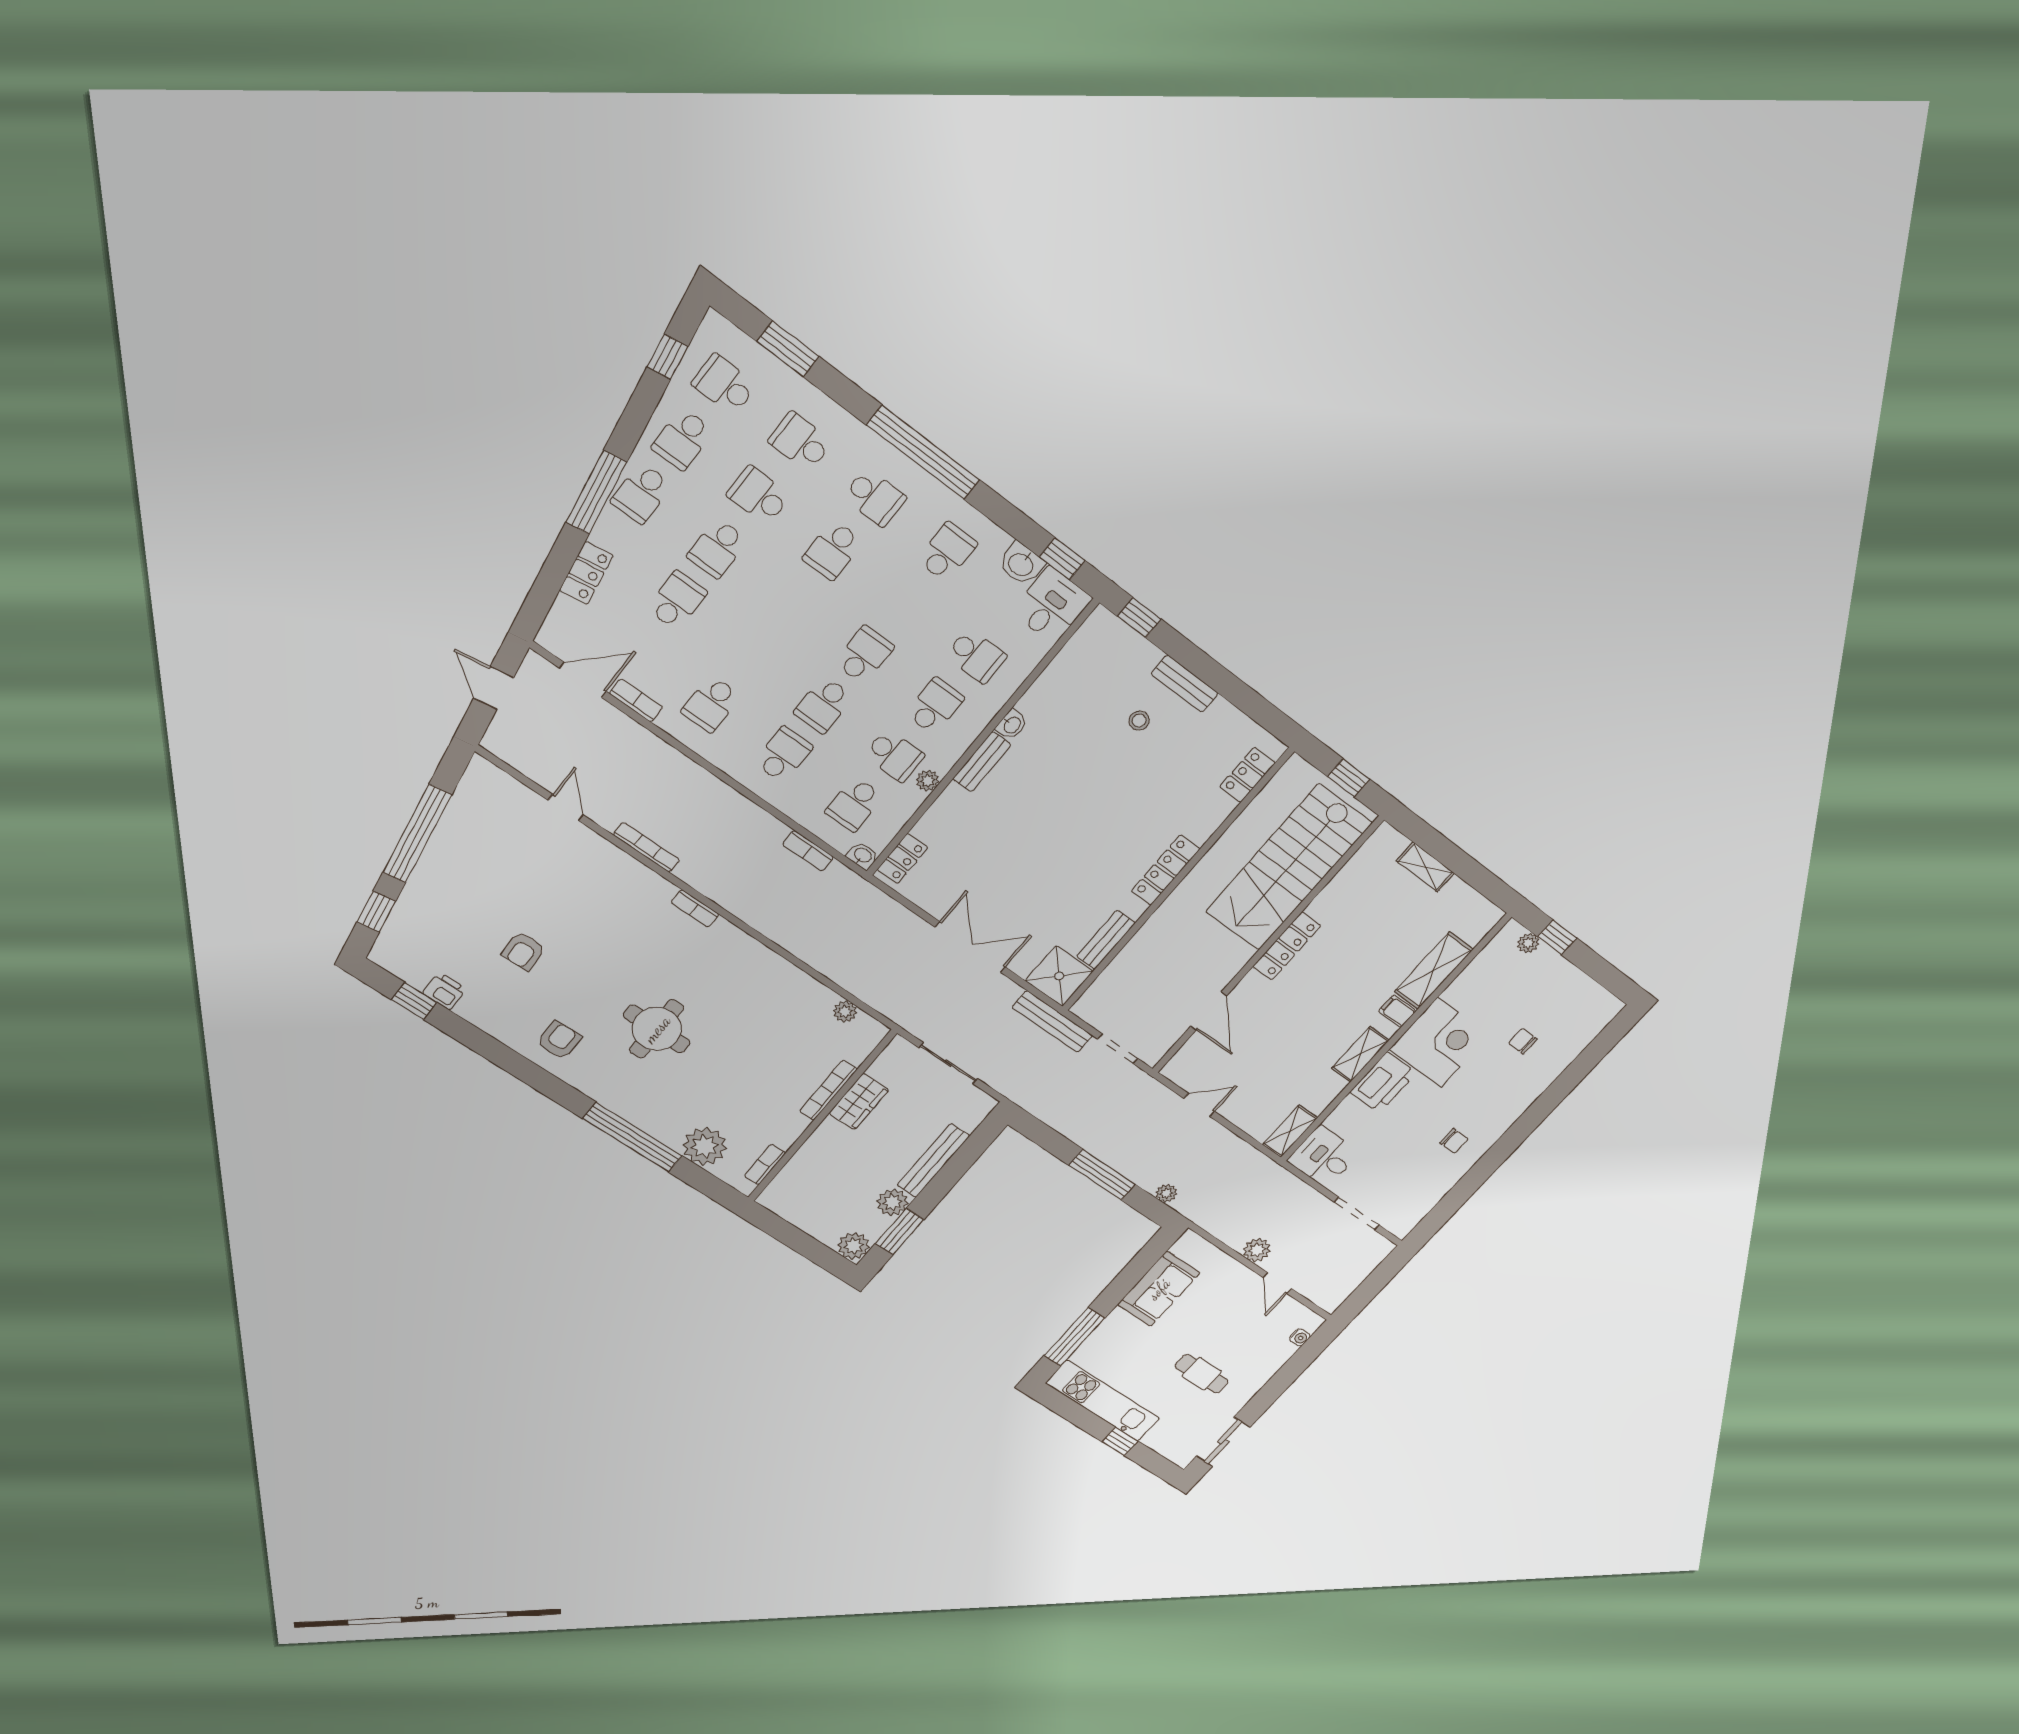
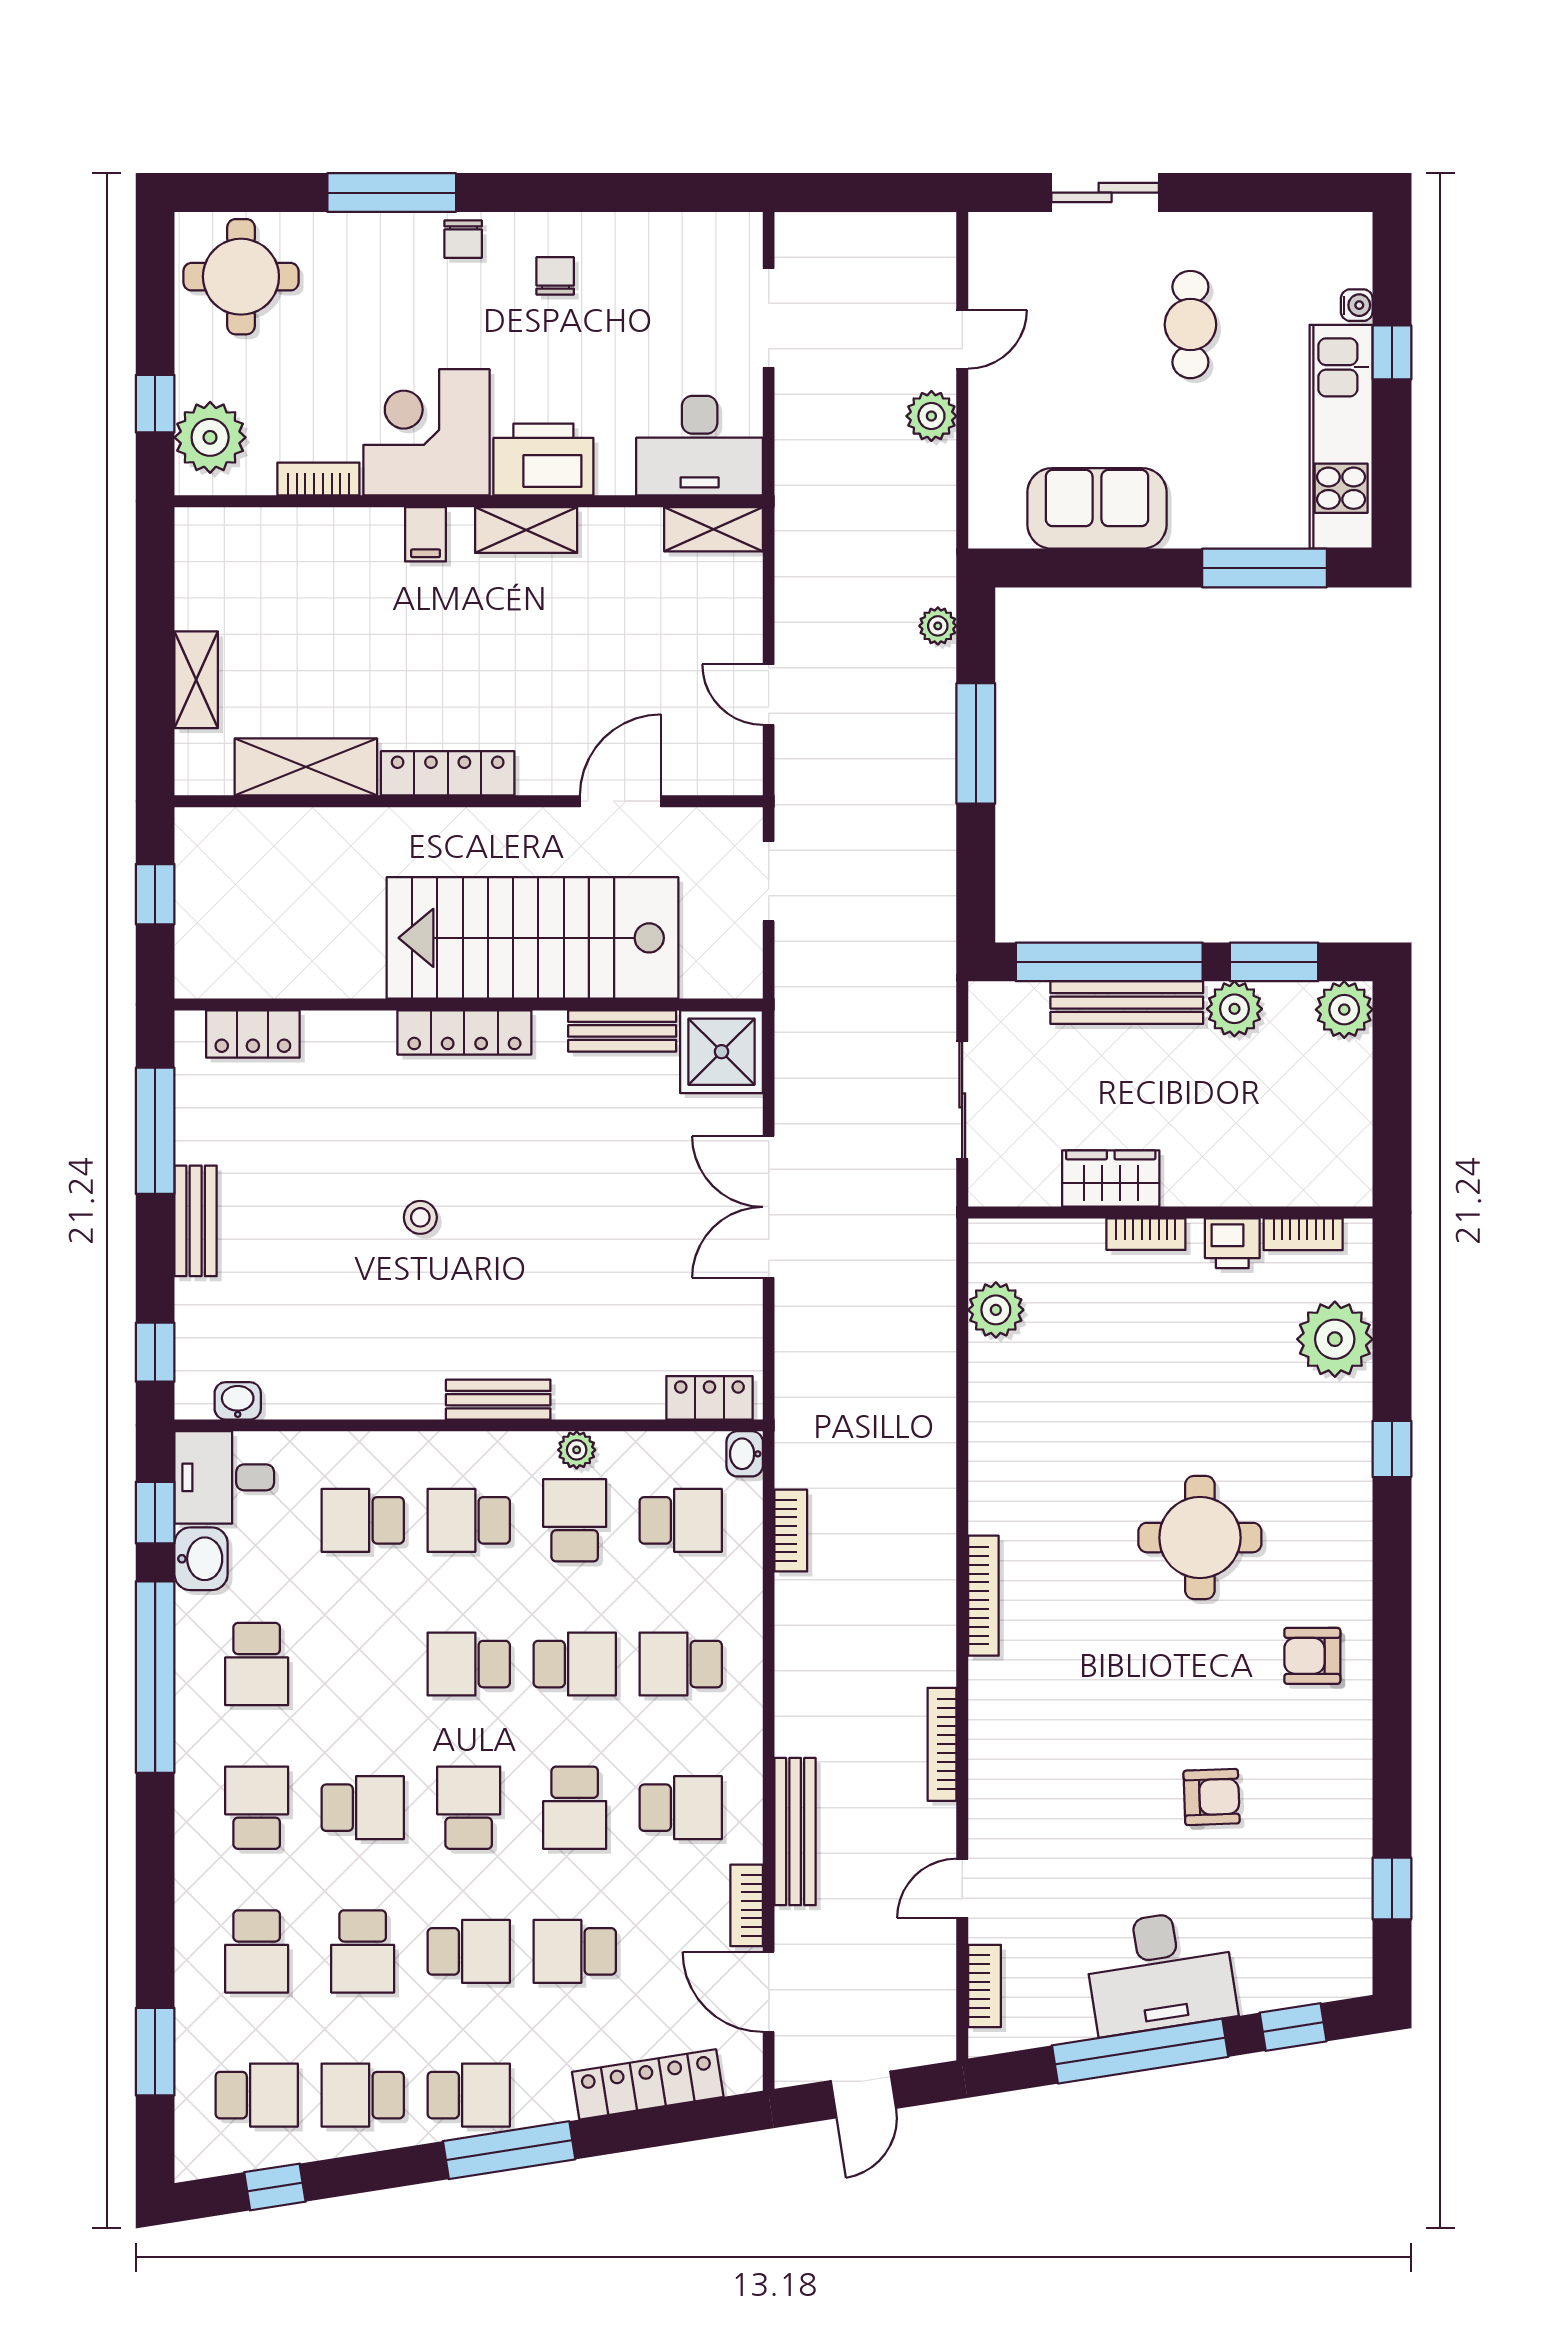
school desk: (724, 384) -> (257, 2095), turned -90
school desk: (683, 439) -> (363, 2095), turned 180
window: (923, 452) -> (155, 1677), moved
school desk: (947, 552) -> (257, 1664), turned -90
locker: (586, 573) -> (648, 2084), width x1.53
school desk: (792, 602) -> (469, 1808), added
school desk: (751, 653) -> (575, 1808), added
school desk: (976, 656) -> (363, 1520), turned -90
window: (1242, 696) -> (155, 1131), added
stool: (1139, 721) -> (420, 1217), moved
washbasin: (1012, 725) -> (238, 1401), moved
bookcase: (507, 784) -> (984, 1986), added
stairs: (1289, 867) -> (533, 938), moved, turned 180
desk: (452, 870) -> (1160, 1972), added
bookcase: (695, 908) -> (983, 1596), width x1.56
plant: (1528, 943) -> (210, 437), width x1.87, depth x1.87
shelving: (1434, 970) -> (306, 767), moved
bookcase: (1462, 983) -> (318, 479), added
printer: (444, 991) -> (1232, 1243), moved, turned -90
plant: (845, 1012) -> (996, 1310), width x1.38, depth x1.38
round table: (1575, 1013) -> (241, 277), added
bench: (1052, 1022) -> (795, 1832), moved
chair: (1523, 1041) -> (463, 239), moved
bookcase: (828, 1090) -> (1146, 1234), width x0.64
window: (1550, 1099) -> (392, 193), added
window: (633, 1137) -> (1392, 1449), width x0.32
desk: (1324, 1157) -> (700, 446), width x1.37
window: (958, 1165) -> (1109, 962), added
water cooler: (1300, 1337) -> (1357, 305), moved, turned 90
sliding door: (1223, 1442) -> (1105, 193), moved

